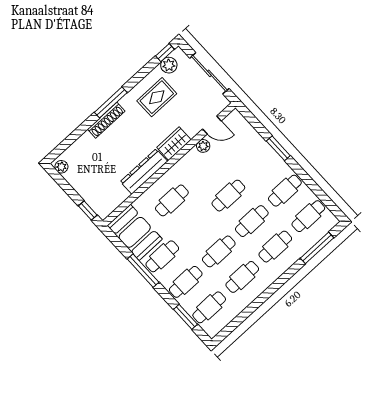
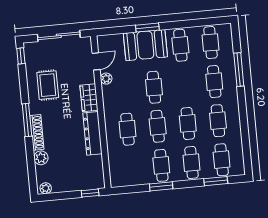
plant: (169, 65) -> (41, 158), moved
cafe table: (252, 221) -> (158, 126), moved
booth: (135, 232) -> (145, 45), moved
window: (317, 248) -> (239, 70), moved
window: (143, 271) -> (161, 186), width x0.69

